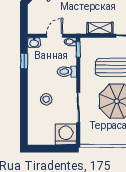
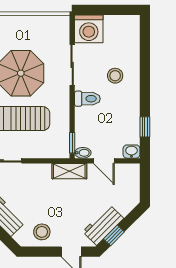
shelving: (100, 28) -> (69, 171), moved
door: (55, 36) -> (104, 161), hinge flipped
toilet: (67, 72) -> (87, 99), moved

